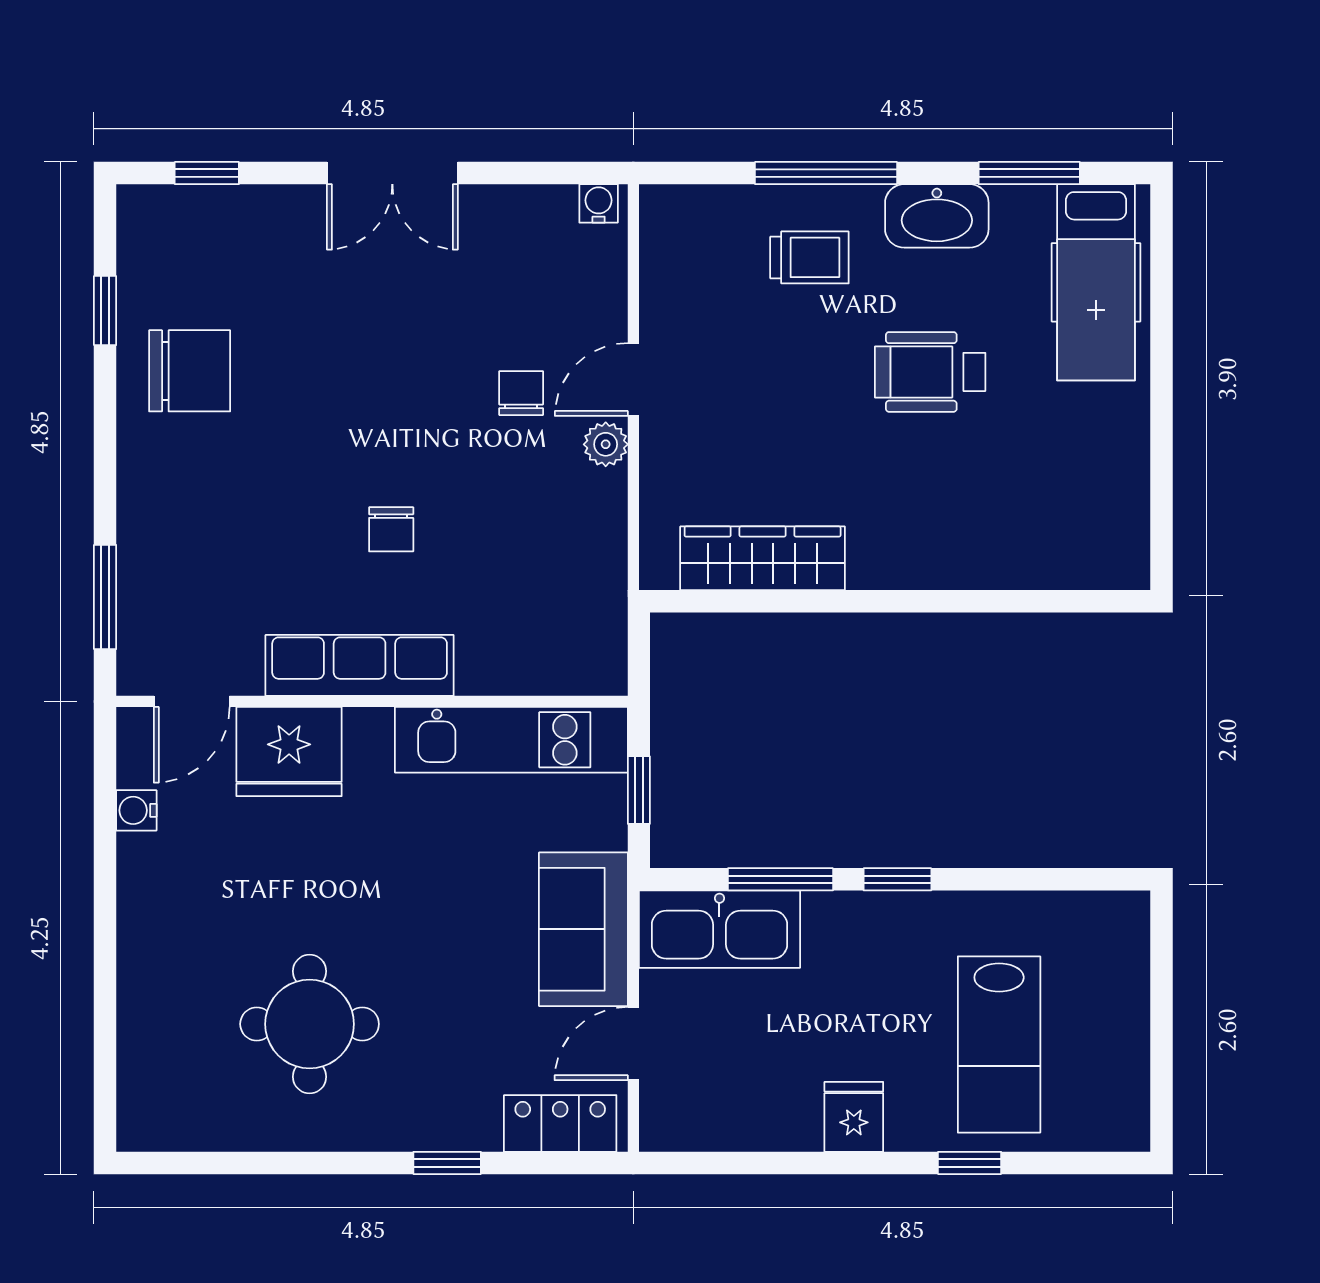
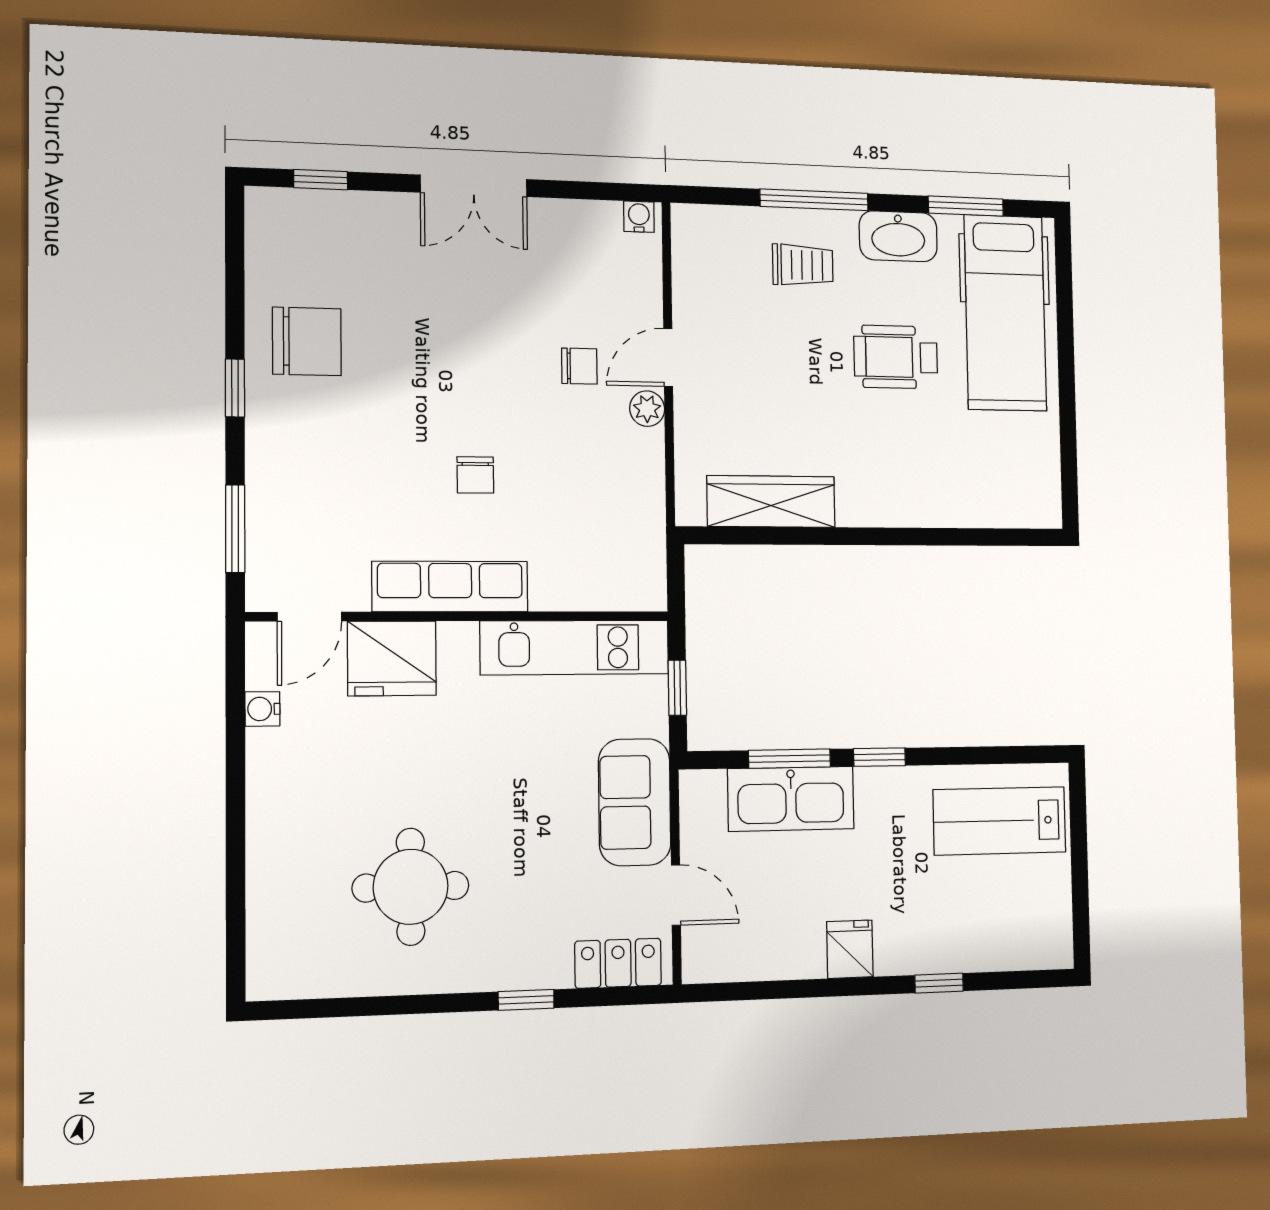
hospital bed: (1096, 282) -> (1005, 313), width x1.37, depth x1.29
window: (105, 311) -> (235, 388), moved
chair: (521, 393) -> (579, 366), turned 90
kitchen sink: (719, 929) -> (791, 799), moved
door: (633, 1044) -> (676, 895), swing flipped
lab bench: (999, 1045) -> (1000, 821), moved, turned 90

